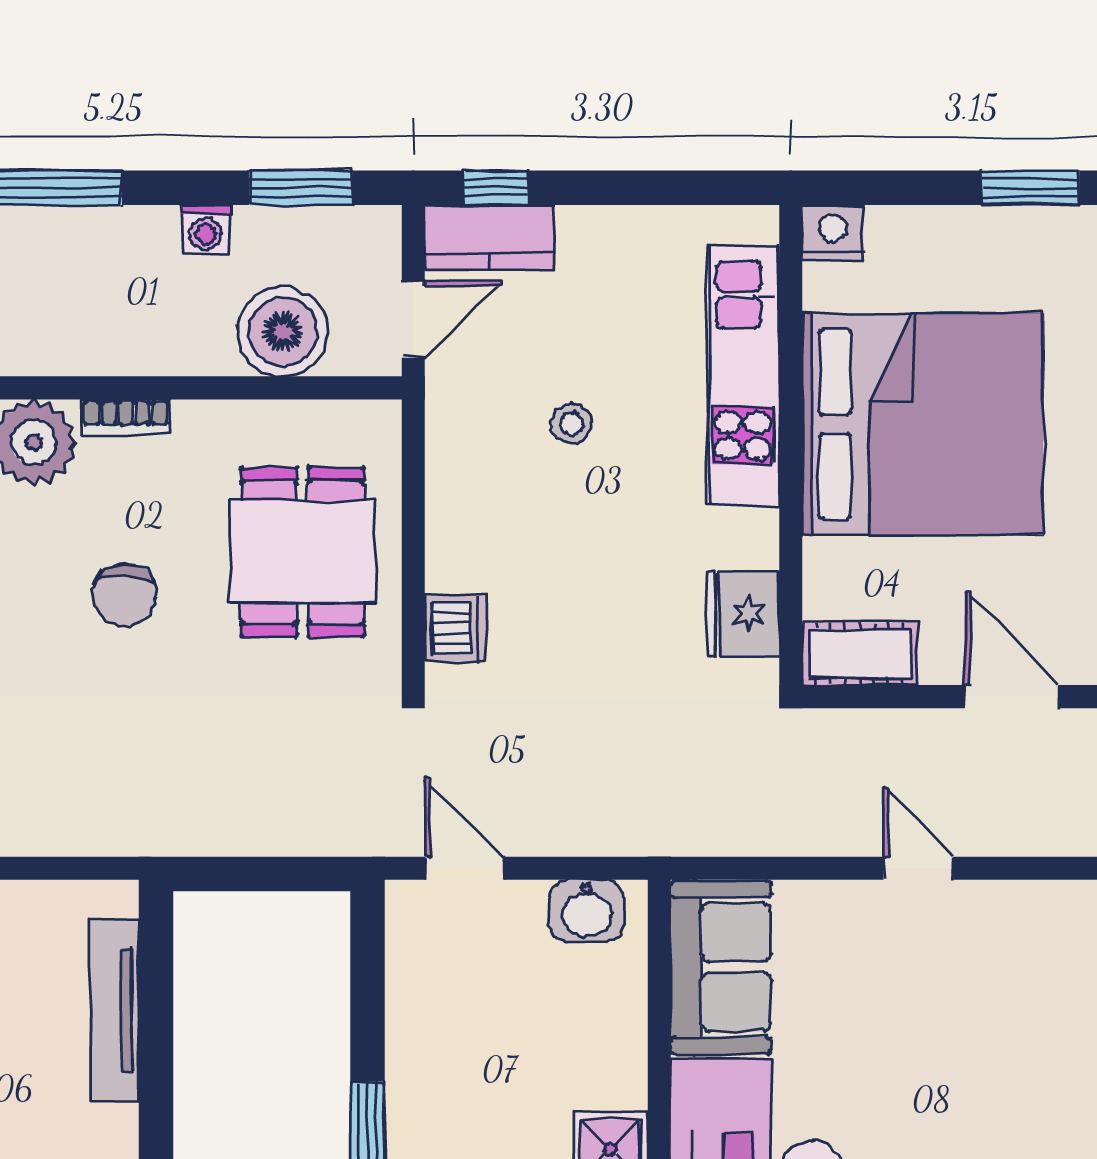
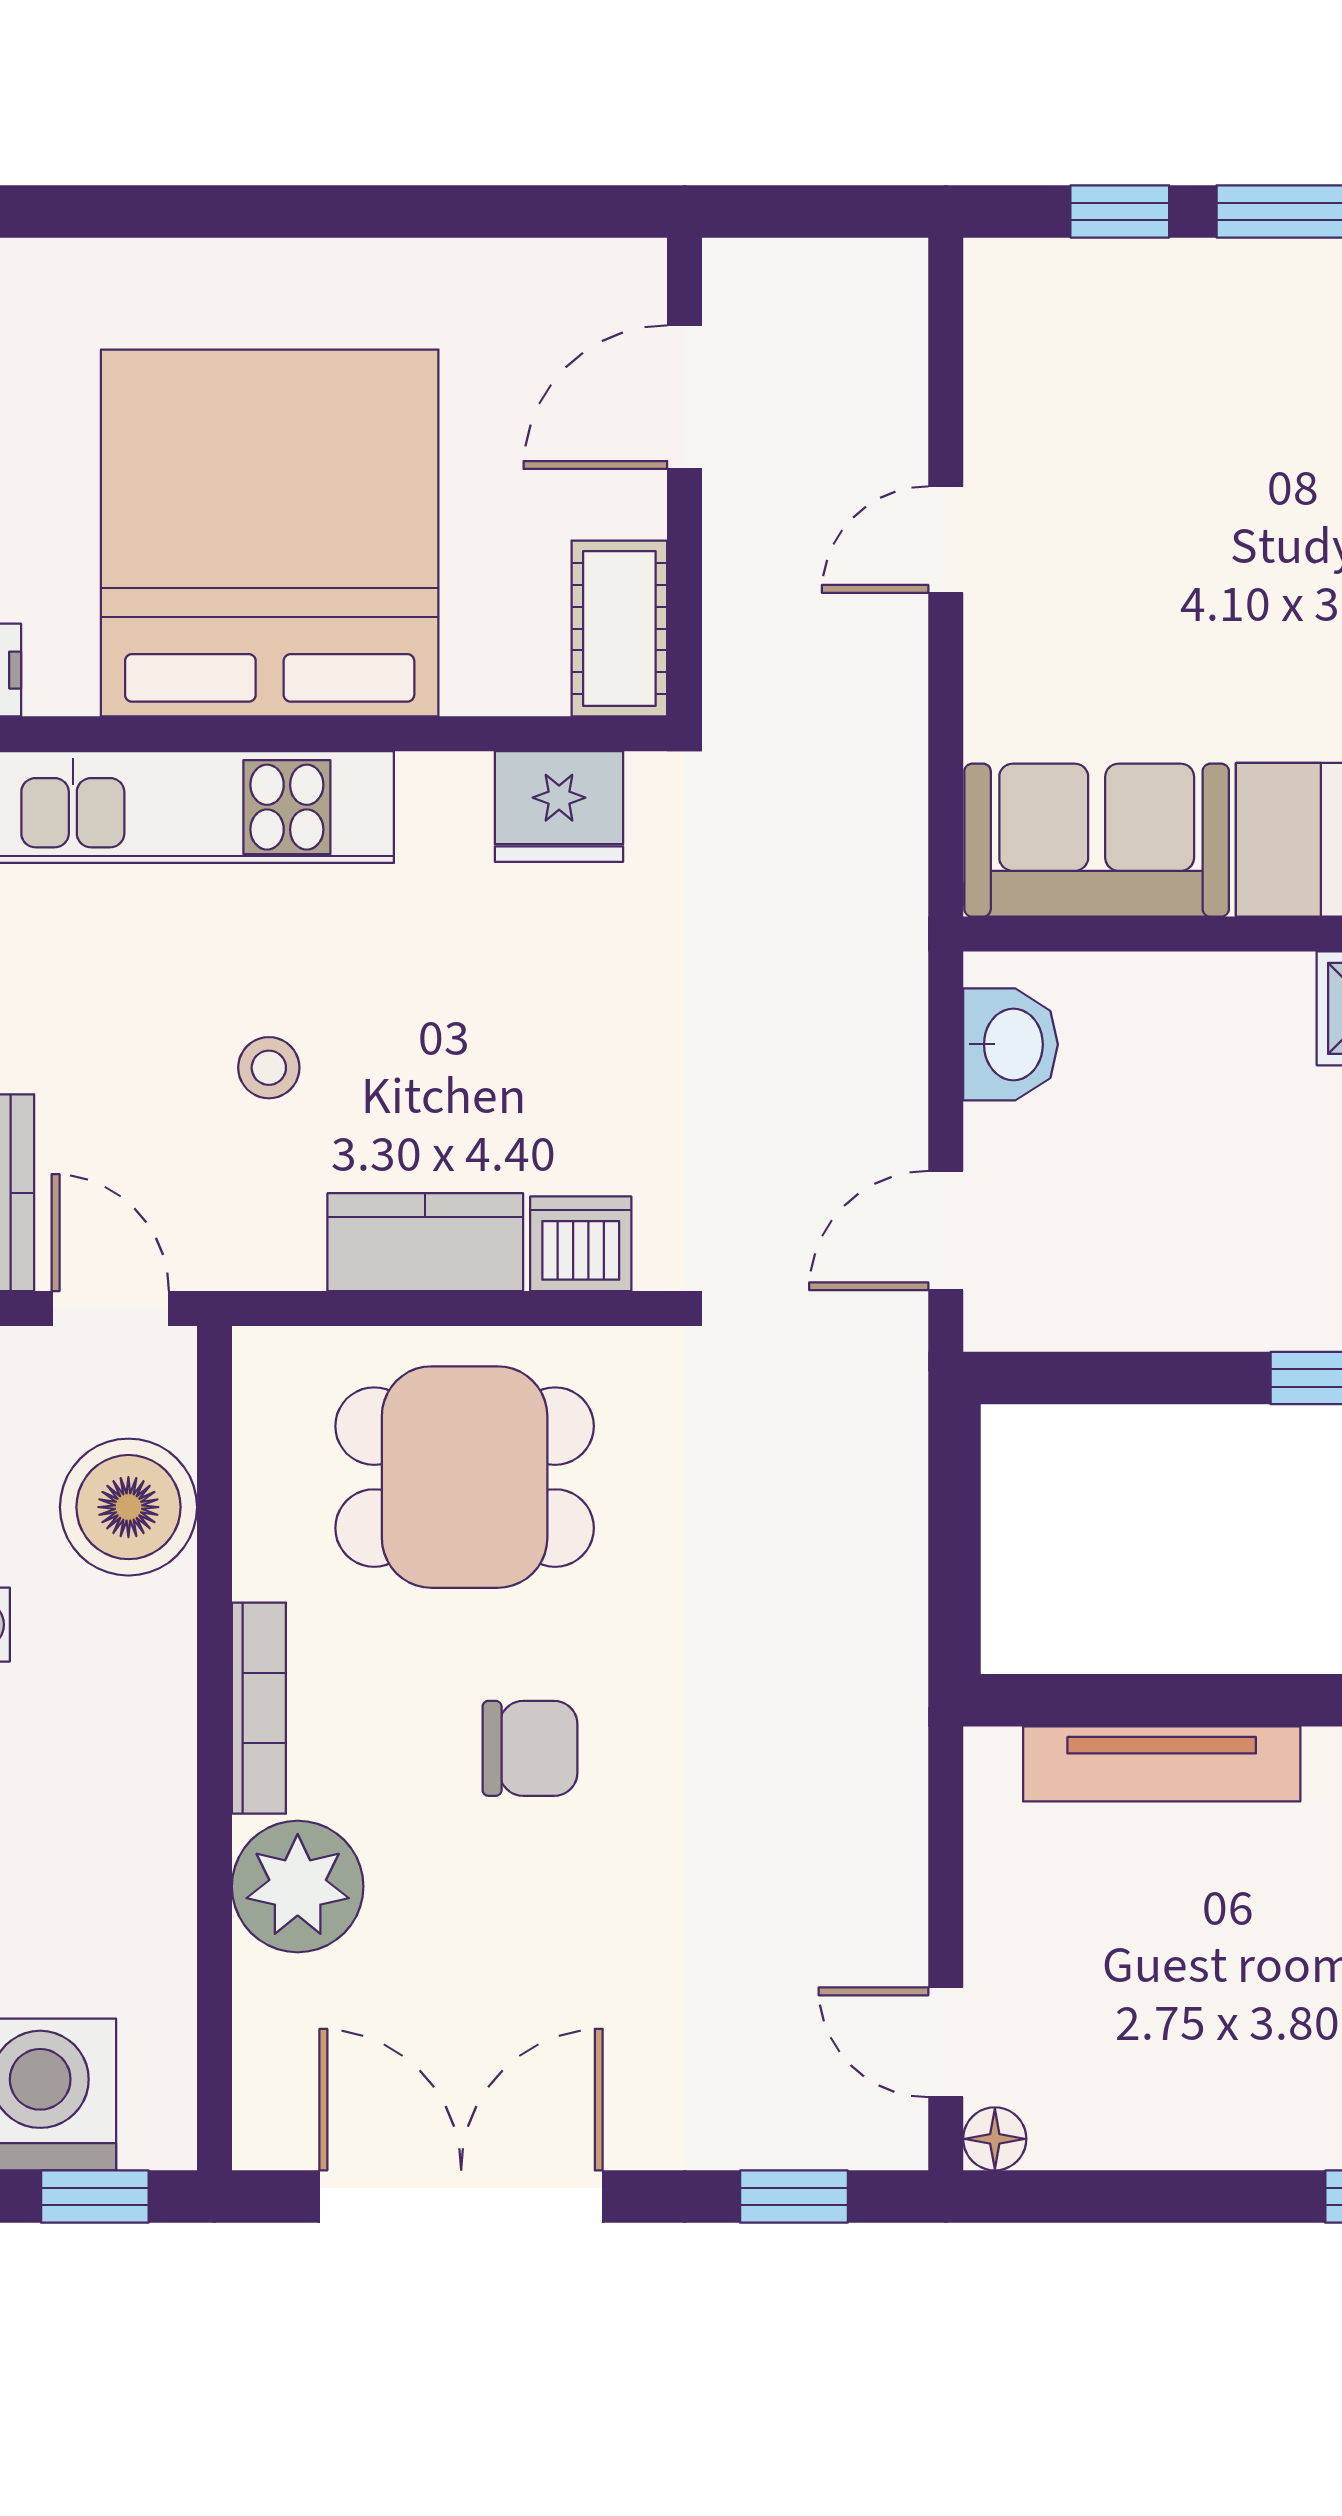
bookcase: (126, 417) -> (259, 1708), width x1.56
kitchen counter: (457, 526) -> (425, 1242), added

